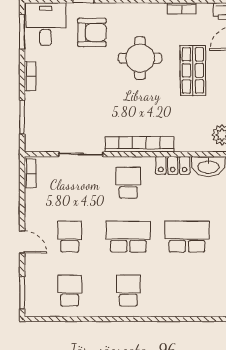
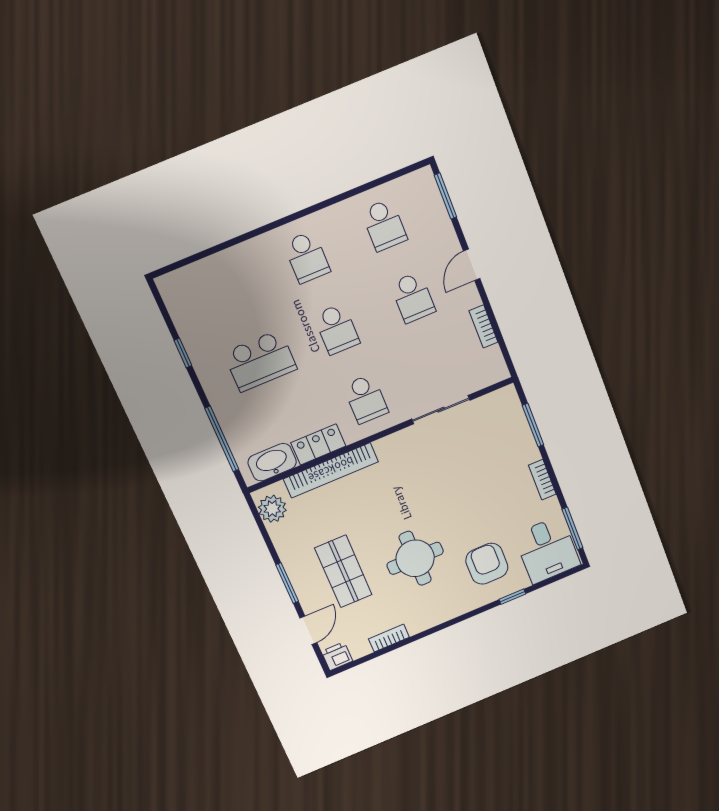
armchair: (92, 32) -> (487, 564), turned 90
bookcase: (139, 144) -> (331, 470), moved
bookcase: (30, 173) -> (483, 326), moved
school desk: (128, 237) -> (337, 329), width x0.54
door: (22, 242) -> (472, 265), hinge flipped

